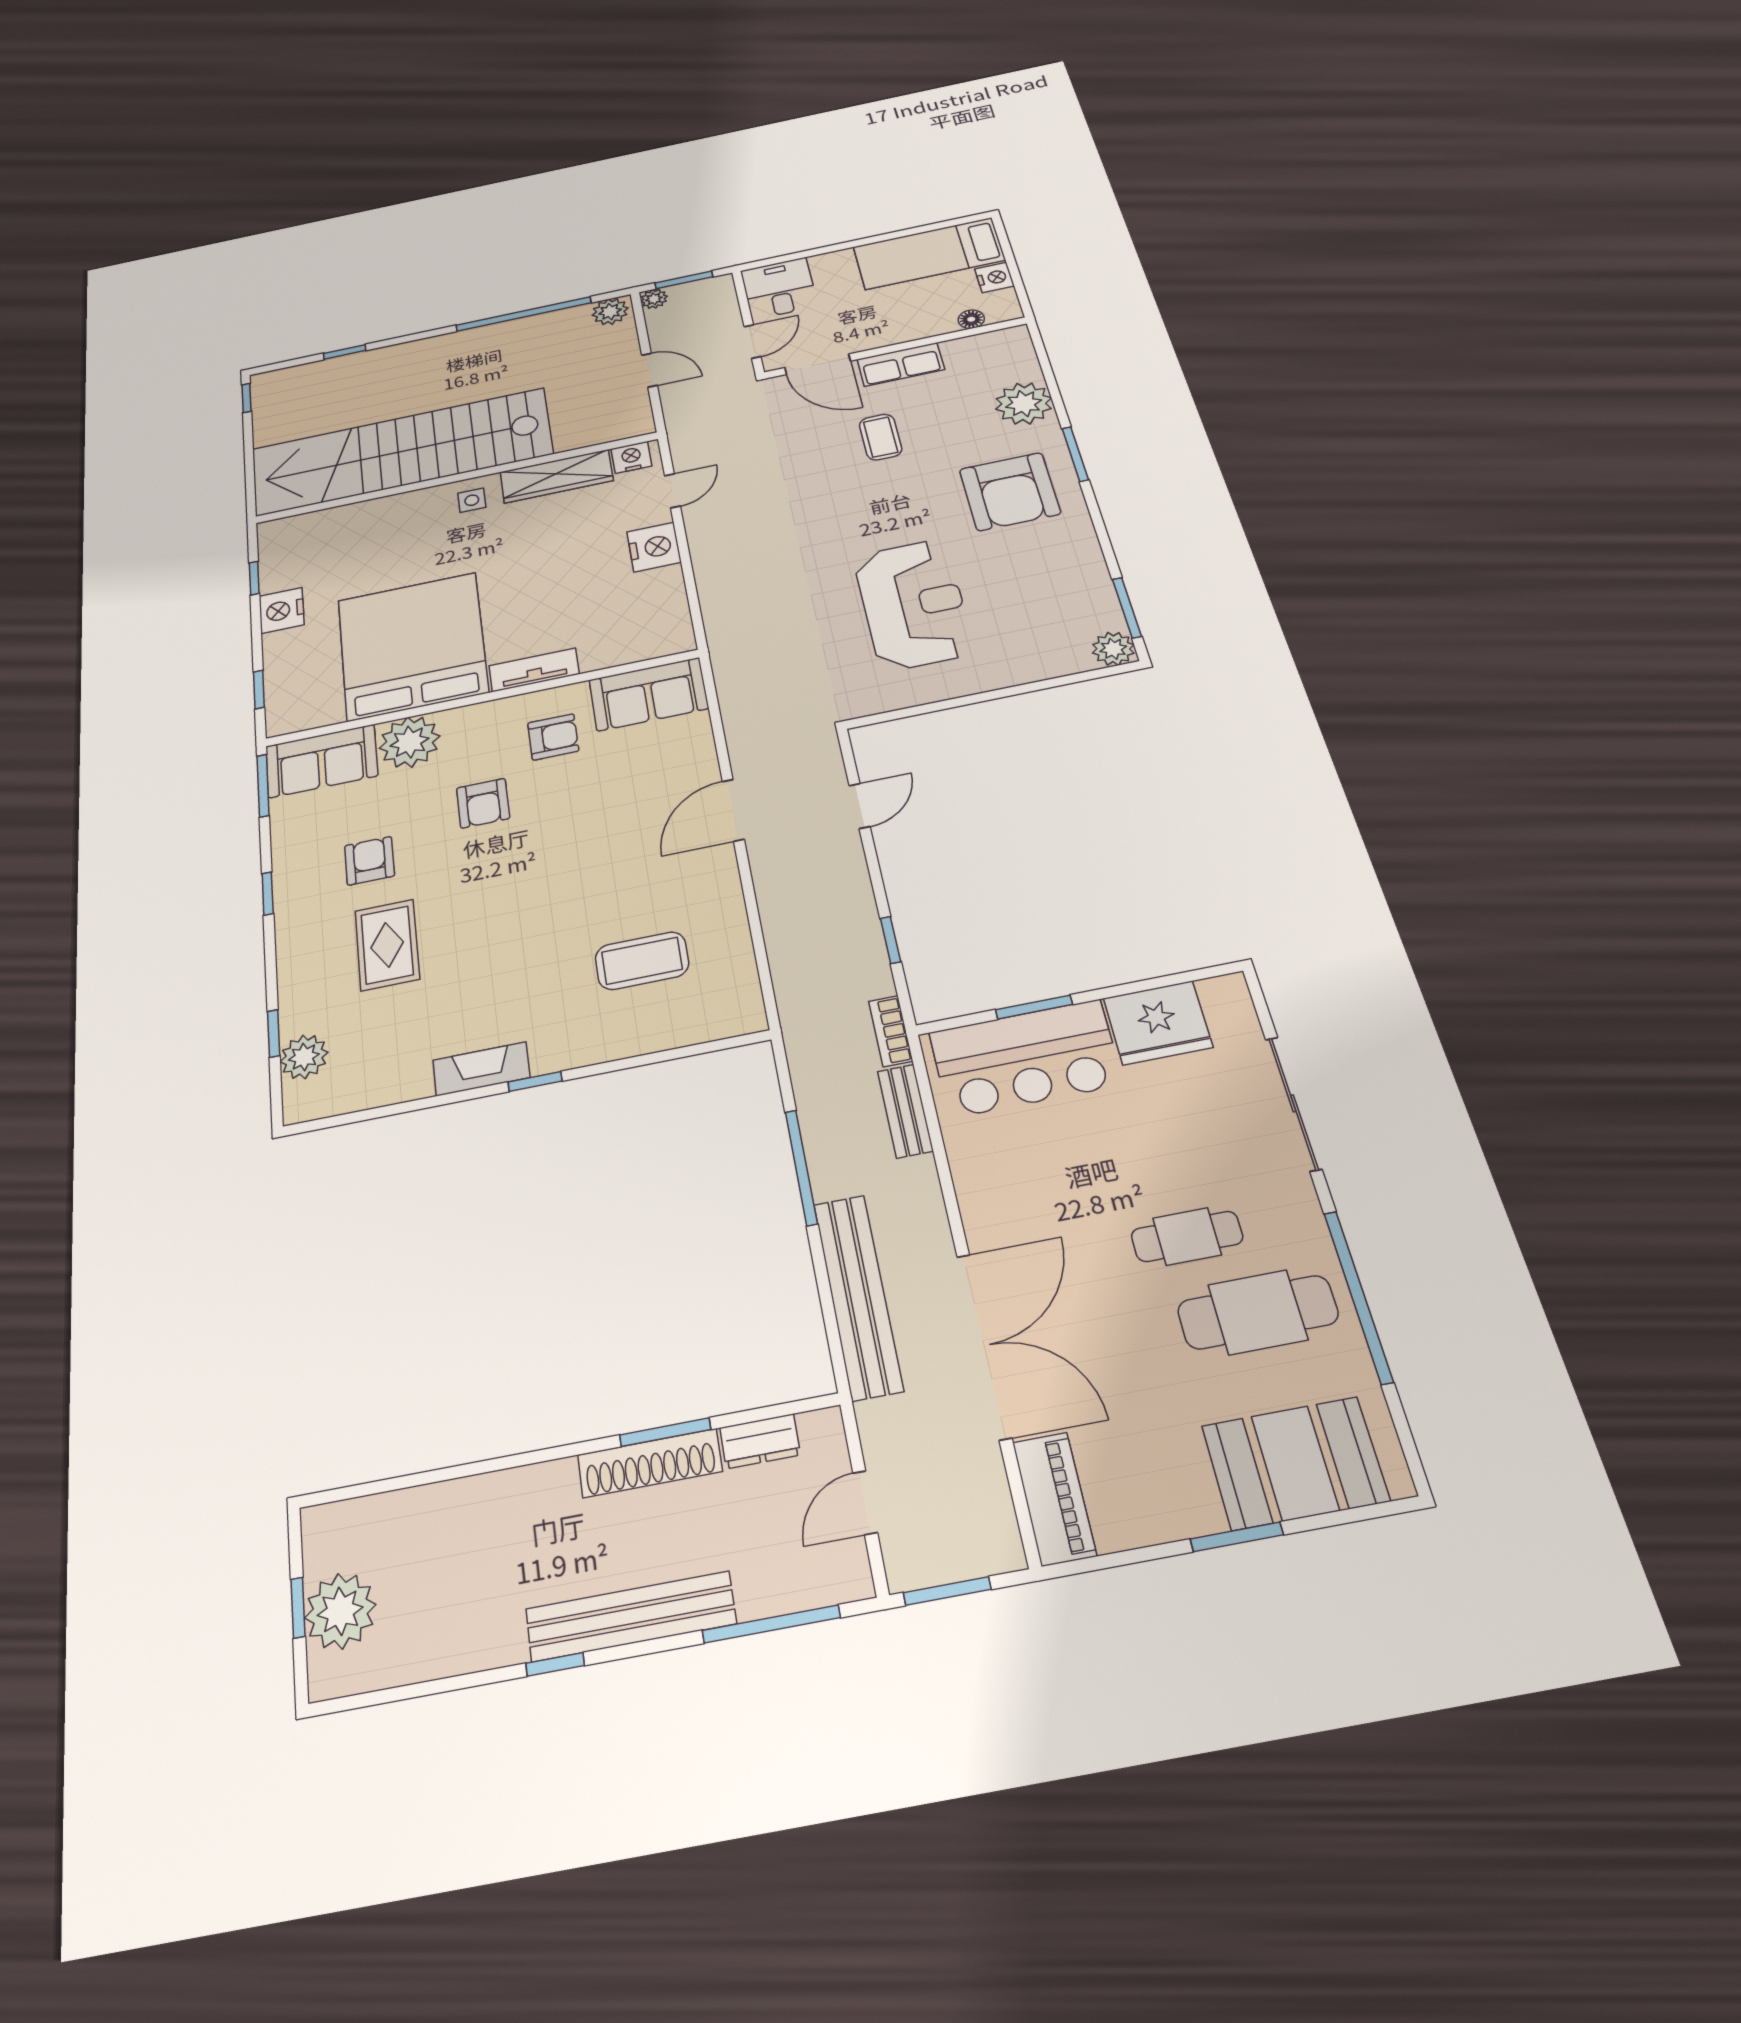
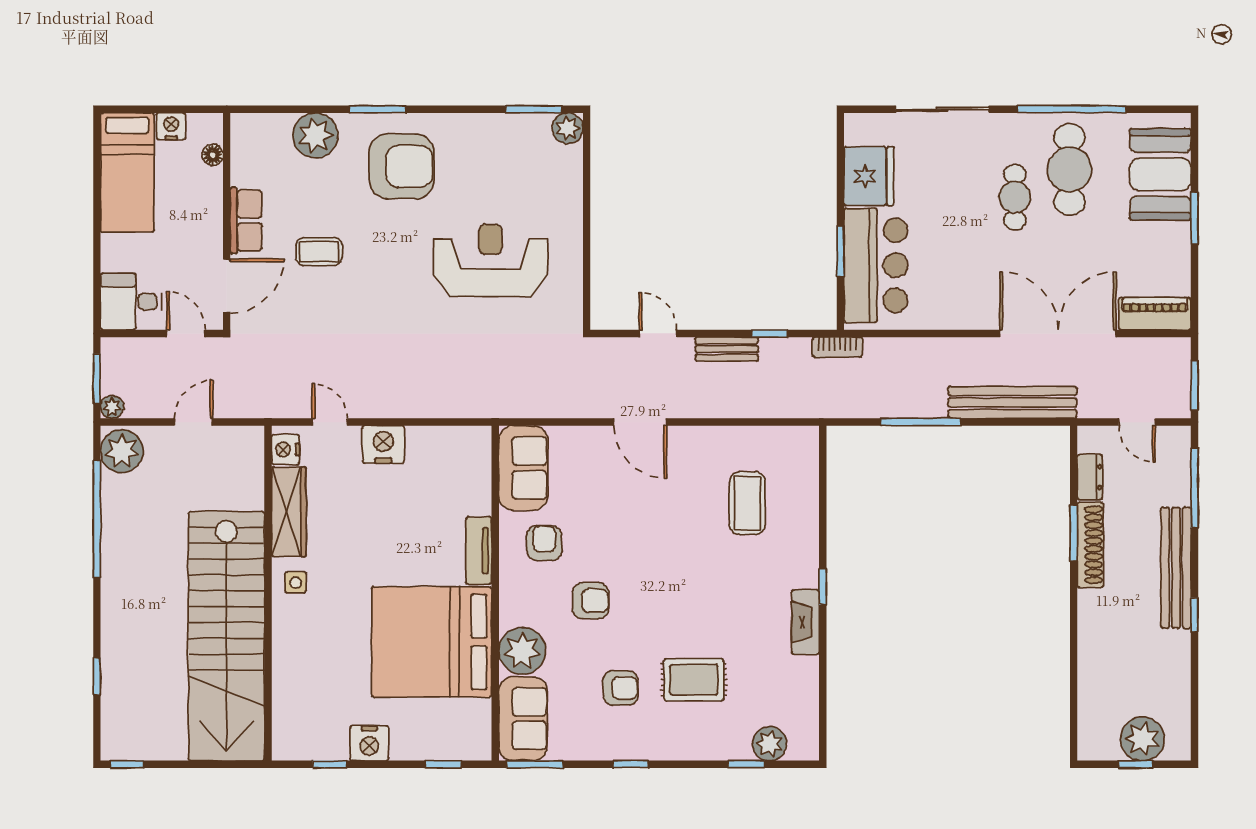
plant: (610, 312) -> (122, 451), width x1.36, depth x1.36
armchair: (370, 861) -> (620, 688), turned 180
bench: (905, 1111) -> (727, 349), moved

